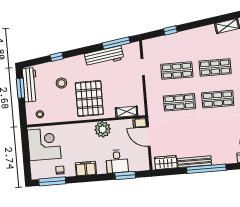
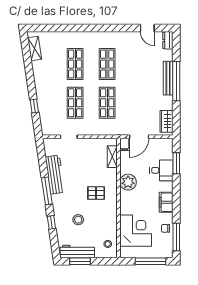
window: (116, 43) -> (47, 191), moved
pallet: (89, 99) -> (96, 193), width x0.49, depth x0.50
corner desk: (44, 144) -> (136, 231), moved, turned 90
window: (26, 158) -> (150, 261), added
bench: (194, 162) -> (168, 78), moved

